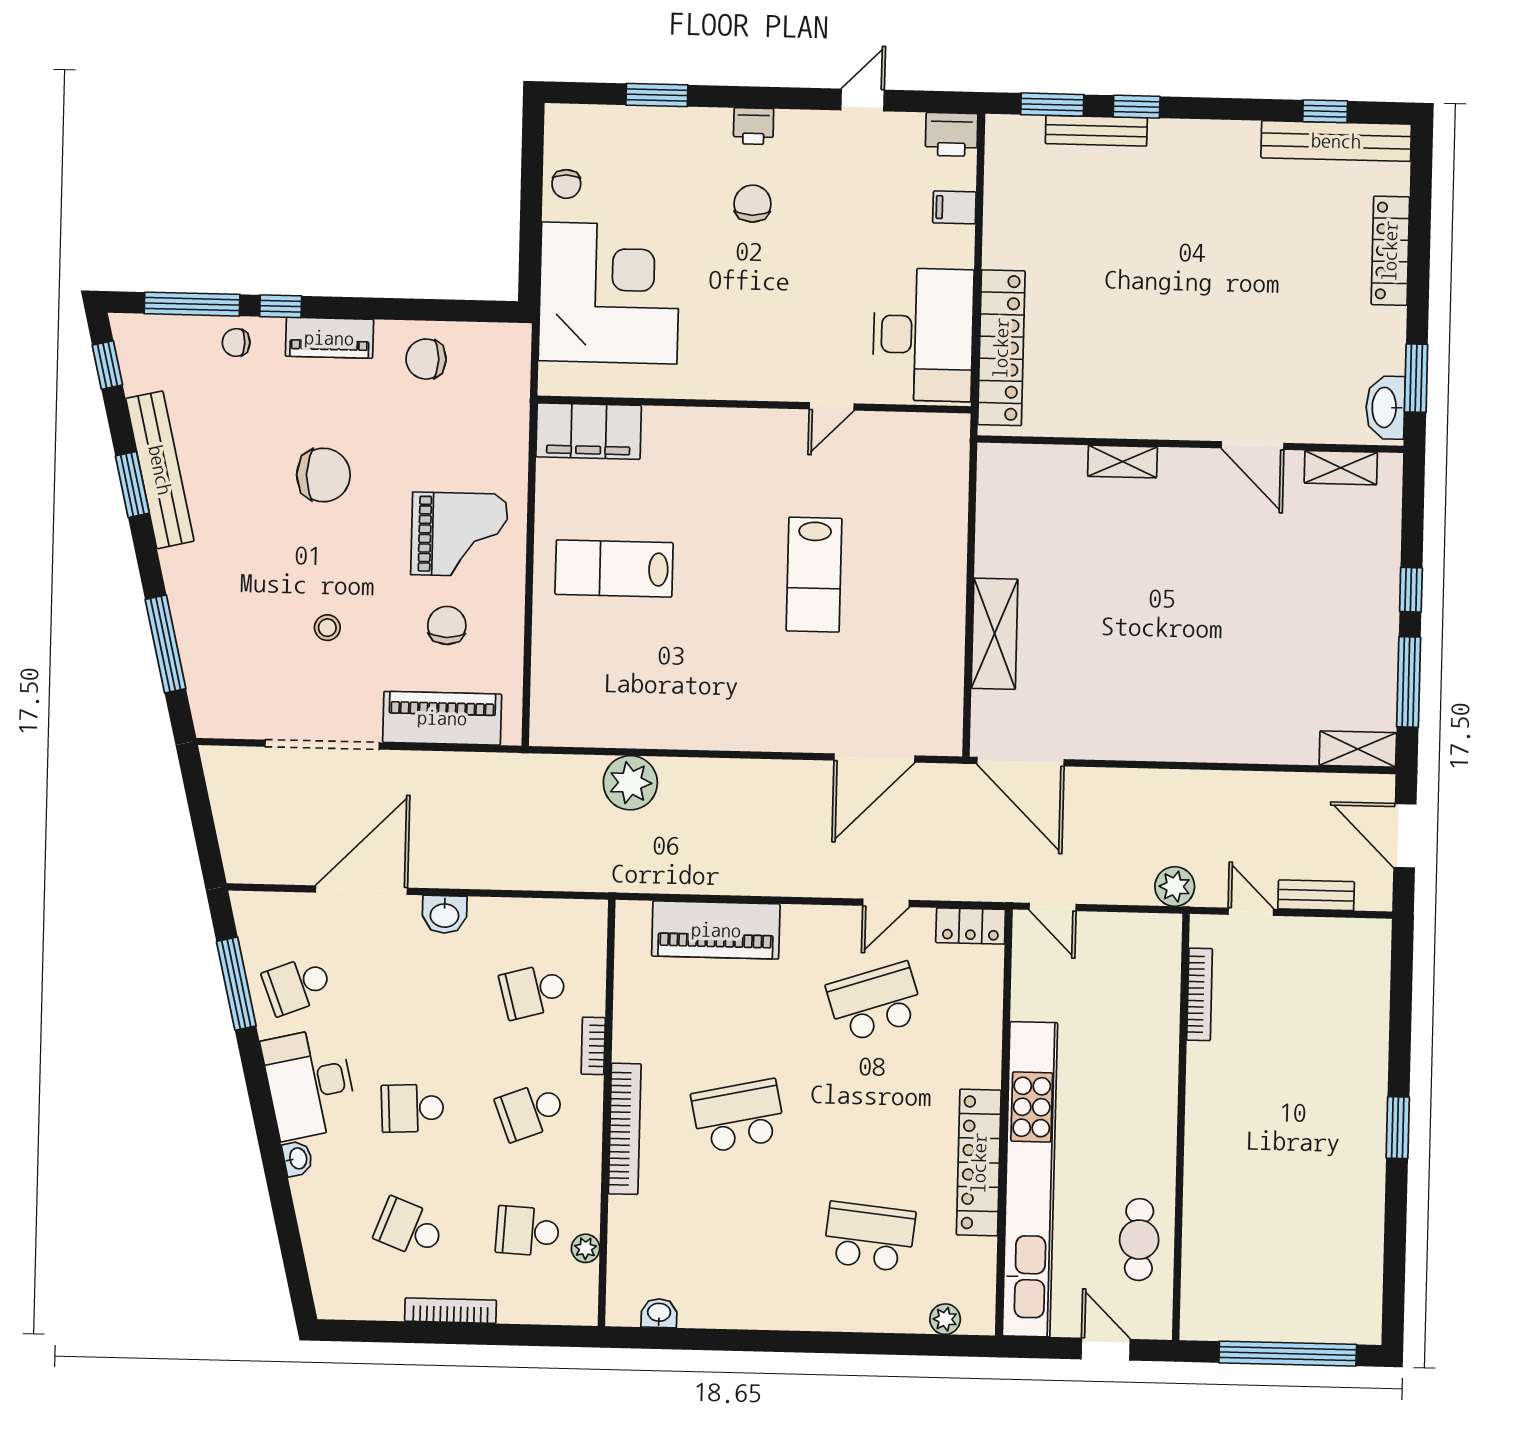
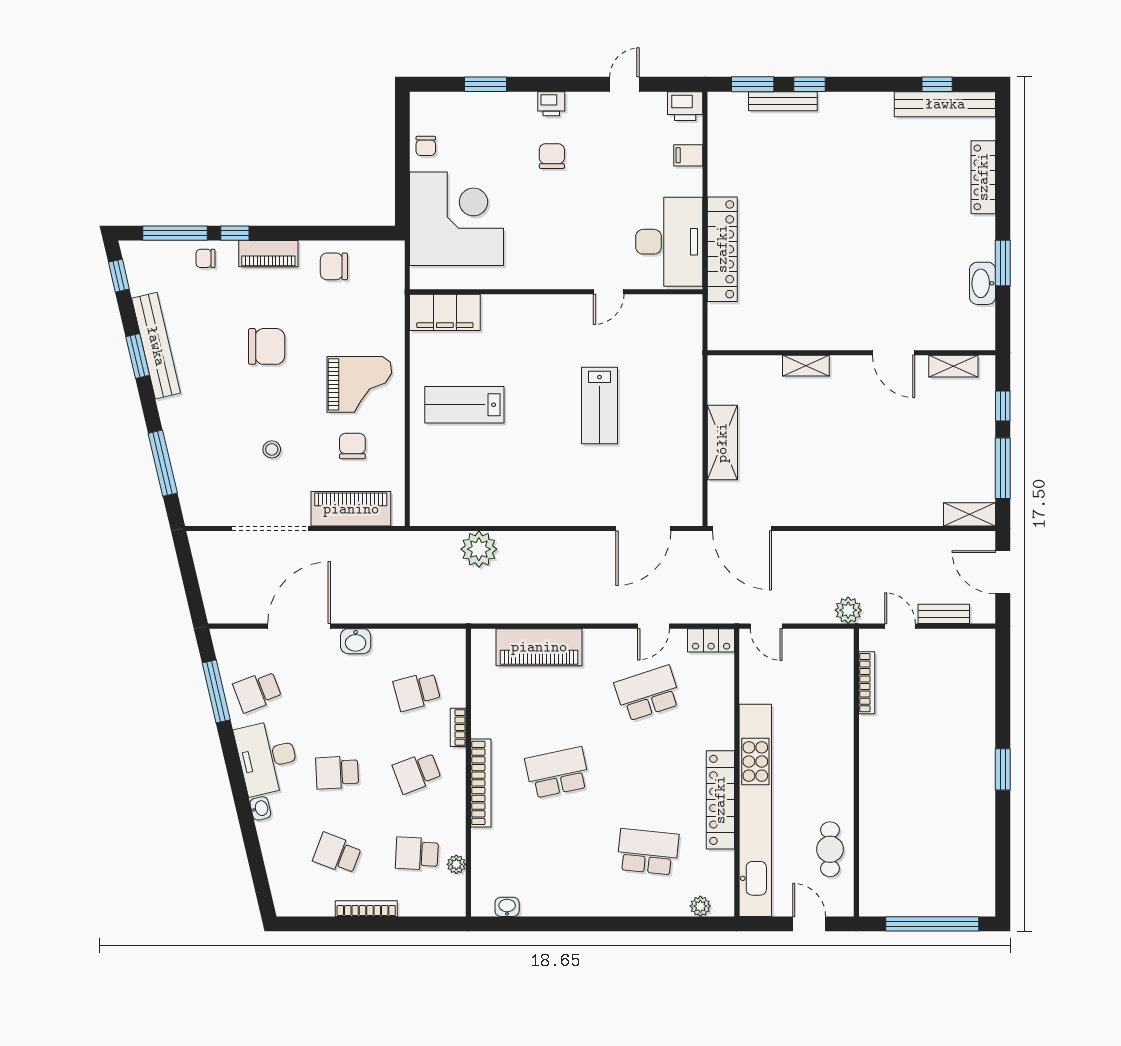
wall: (1190, 444) -> (851, 353), moved
door: (1253, 446) -> (894, 353), moved
shelving: (1122, 462) -> (806, 366), moved
shelving: (1341, 468) -> (953, 366), moved

